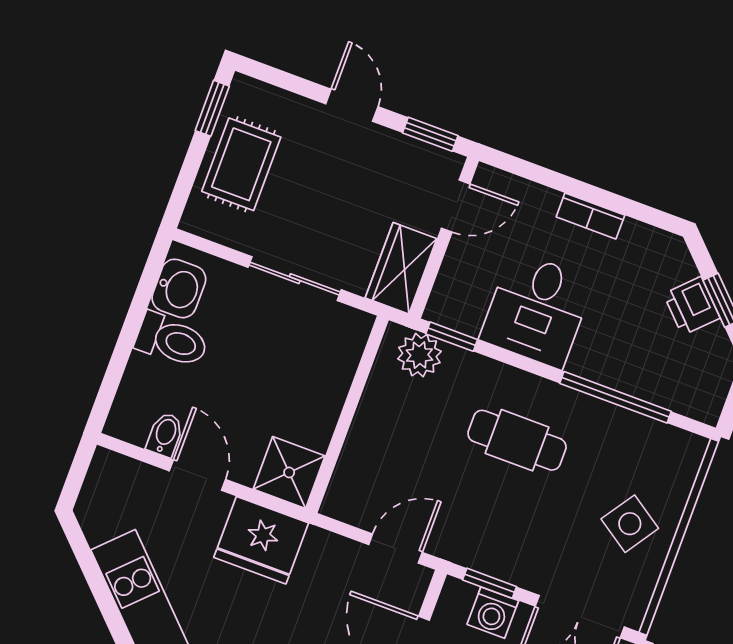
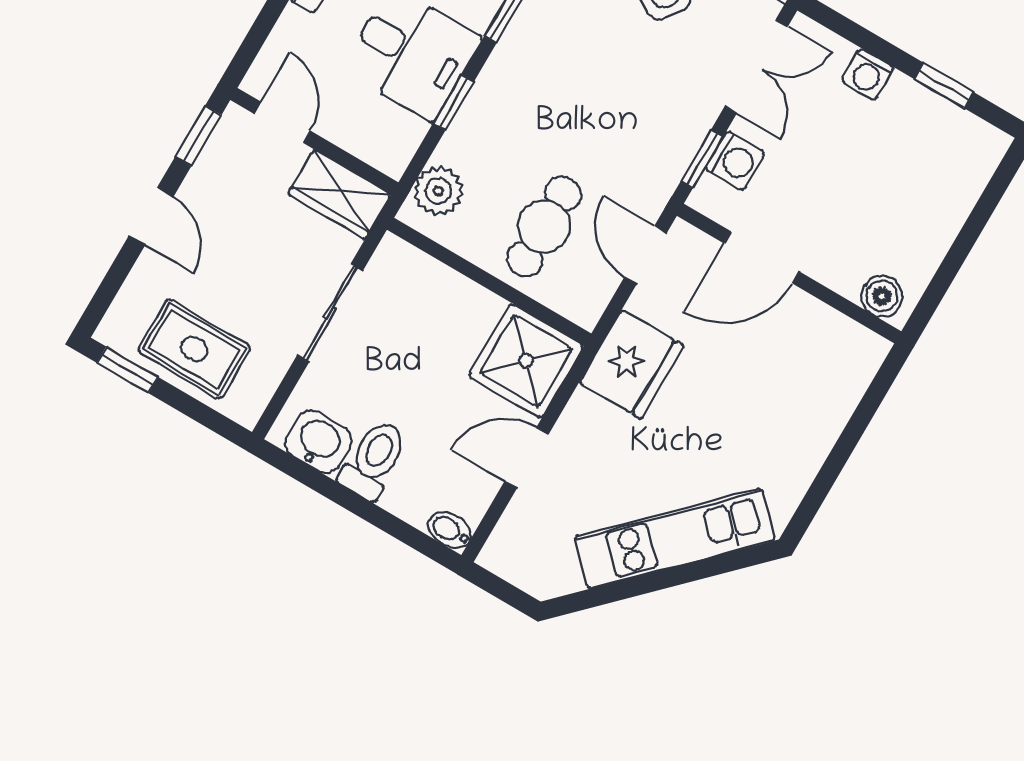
door: (352, 105) -> (151, 216), swing flipped
window: (452, 337) -> (454, 102), moved
bidet: (165, 435) -> (450, 530), moved
cafe table: (517, 440) -> (544, 227), moved
shower: (289, 472) -> (526, 361), width x1.36, depth x1.36
fridge: (261, 540) -> (632, 364), moved

